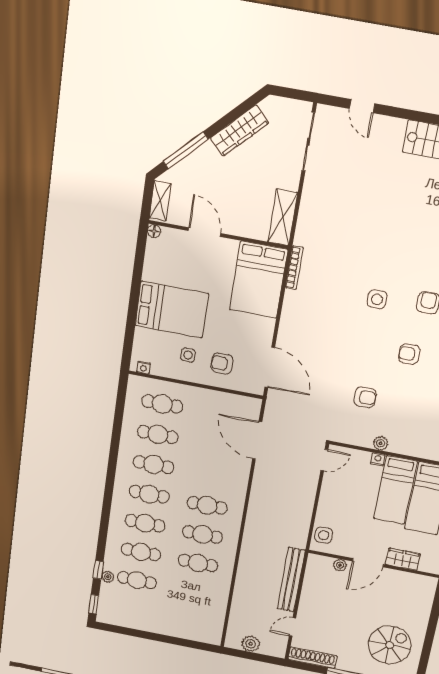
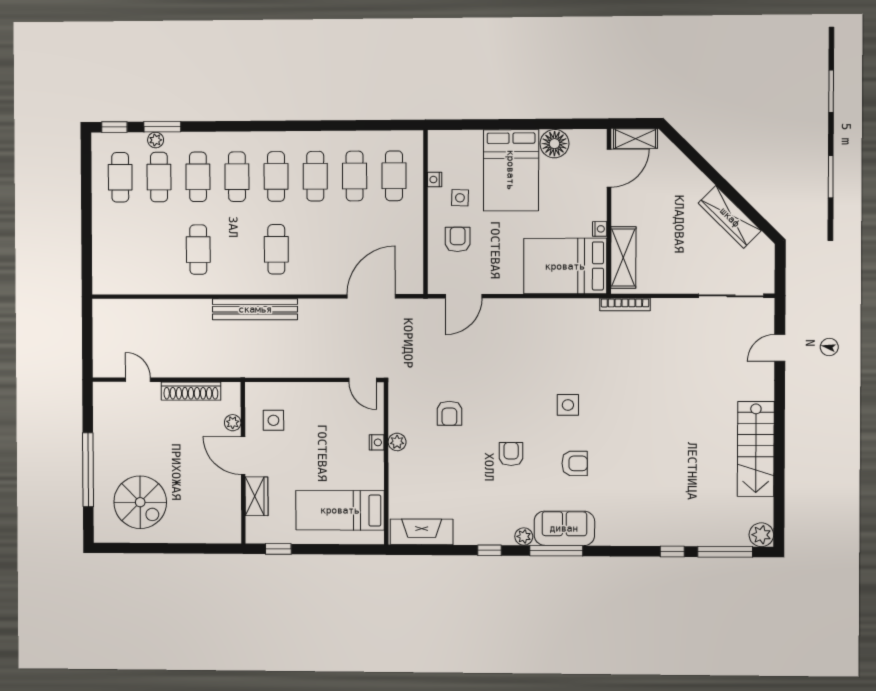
window: (186, 150) -> (697, 160), removed
shelving: (283, 217) -> (623, 258), moved, turned 90
floor lamp: (154, 231) -> (554, 144), moved, width x1.89, depth x1.89
door: (205, 232) -> (609, 168), moved
nightstand: (232, 245) -> (600, 229), added
bookcase: (294, 268) -> (625, 304), moved
nightstand: (144, 367) -> (435, 180), moved
door: (270, 367) -> (464, 296), width x0.73
bed: (395, 490) -> (343, 470), removed
cafe table: (203, 534) -> (120, 177), moved
side table: (324, 535) -> (273, 420), moved
window: (98, 570) -> (162, 127), width x1.50
bench: (291, 580) -> (255, 309), moved
plant: (251, 644) -> (104, 332), removed
shoe rack: (312, 658) -> (191, 391), moved, turned 90

